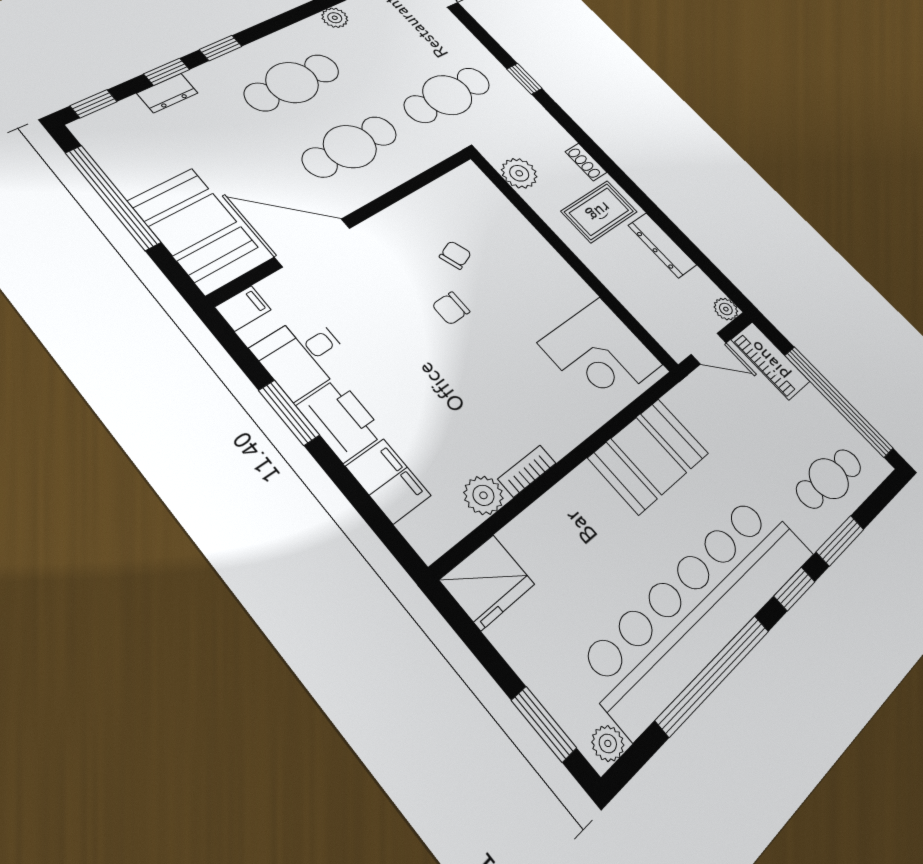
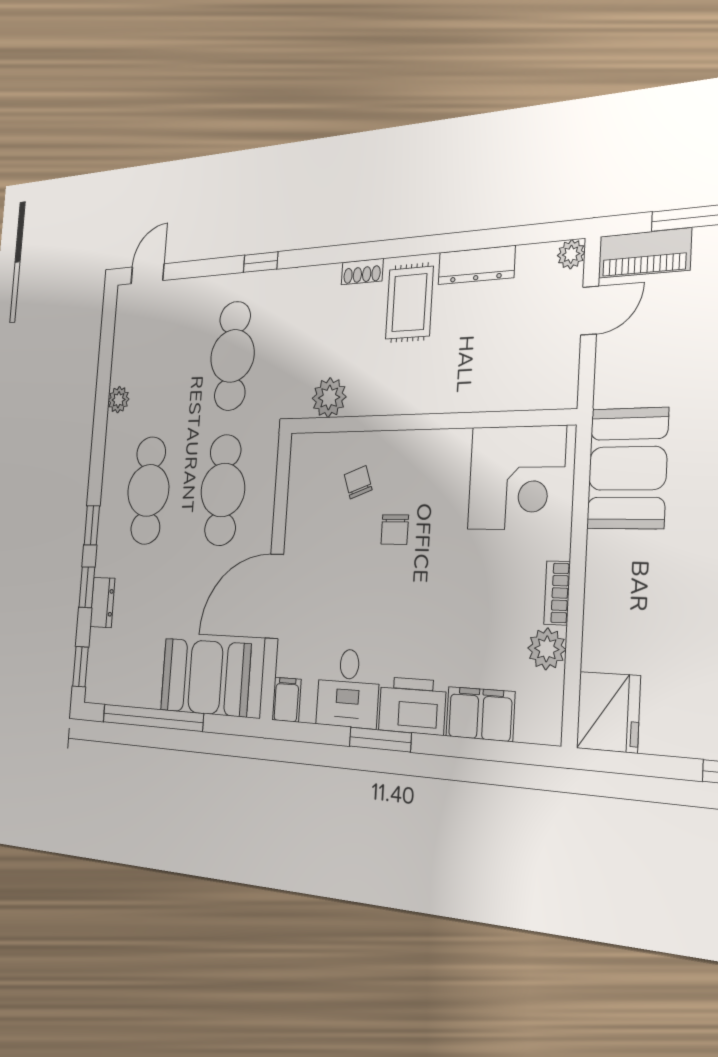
plant: (519, 173) -> (329, 398), moved
wall: (572, 259) -> (426, 422), moved
corner desk: (600, 354) -> (517, 478), moved

